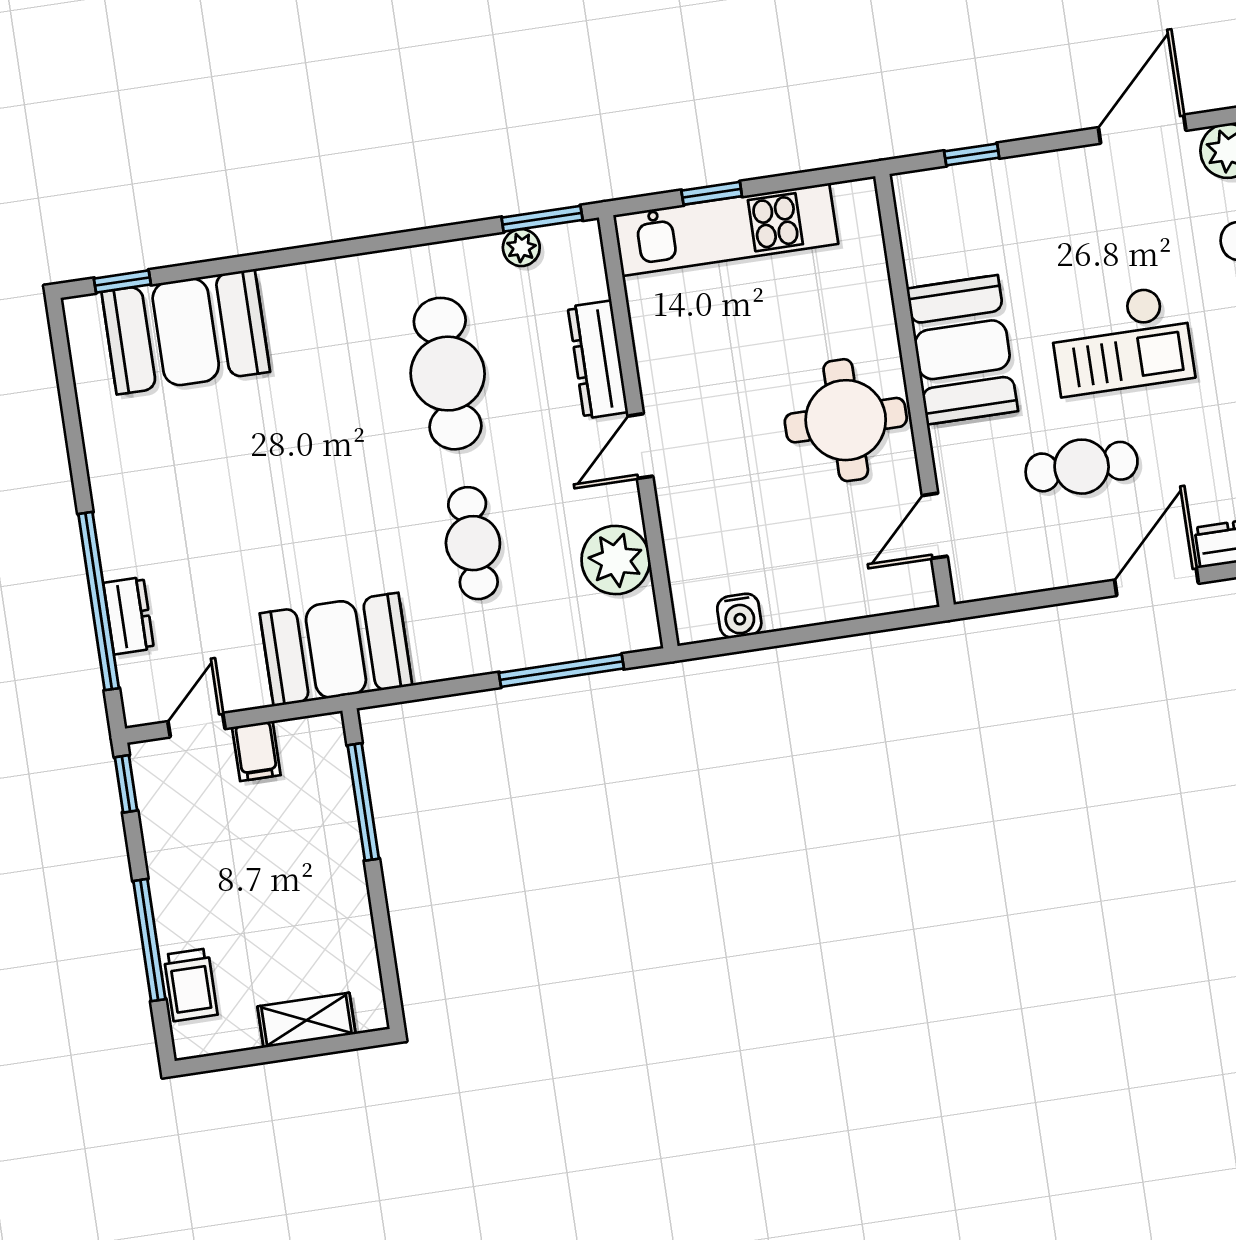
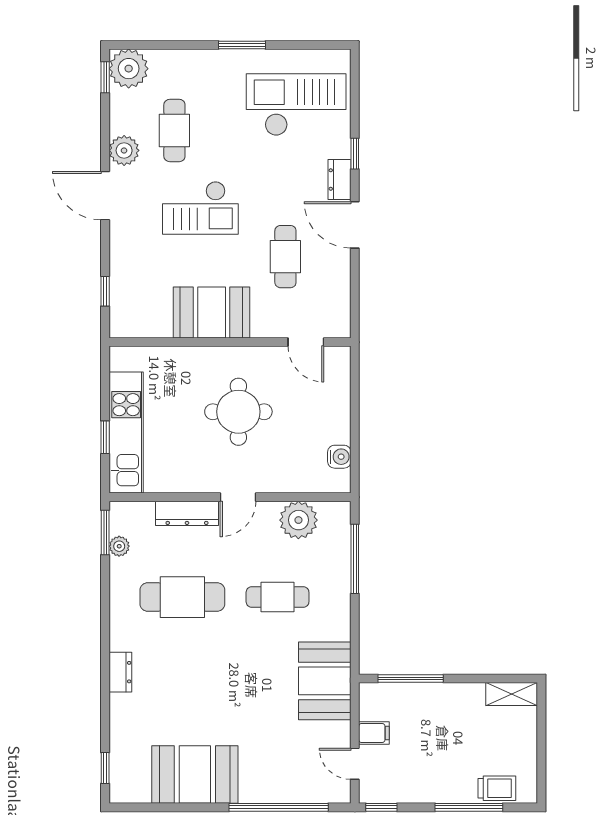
booth: (186, 332) -> (195, 774), moved, turned 90
checkout: (1121, 340) -> (200, 208), moved, turned 90
round table: (846, 420) -> (238, 412), moved
door: (640, 446) -> (238, 497), hinge flipped
dresser: (129, 616) -> (120, 672), moved, turned 90
shelving: (306, 1020) -> (512, 694), moved, turned 90

